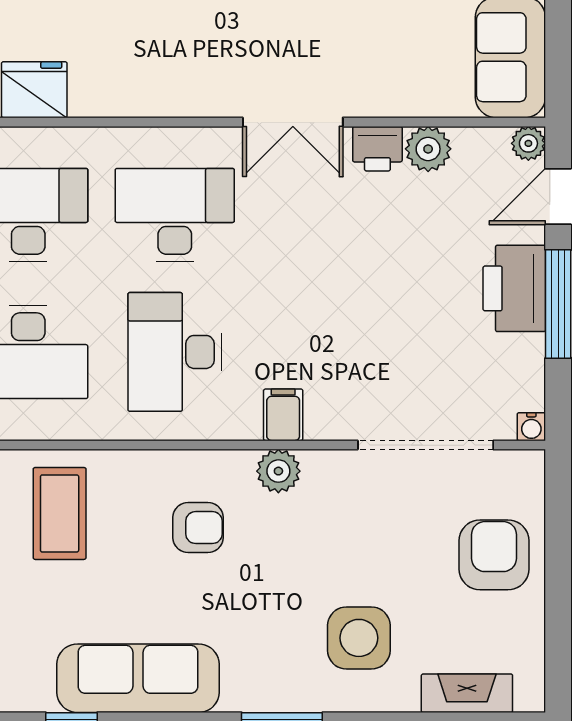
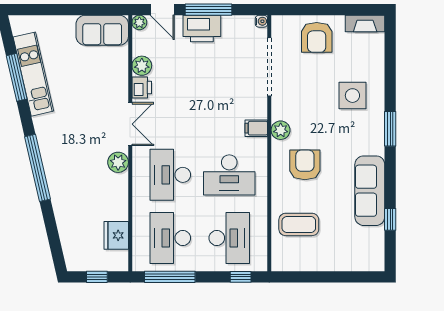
plant: (204, 94) -> (118, 162), added
armchair: (198, 528) -> (305, 165), width x1.38, depth x1.38
armchair: (494, 555) -> (317, 37), turned -90
fireplace: (467, 693) -> (365, 24), moved, turned -90

